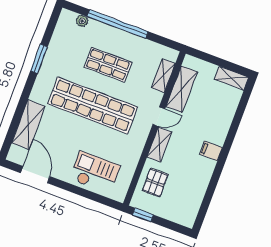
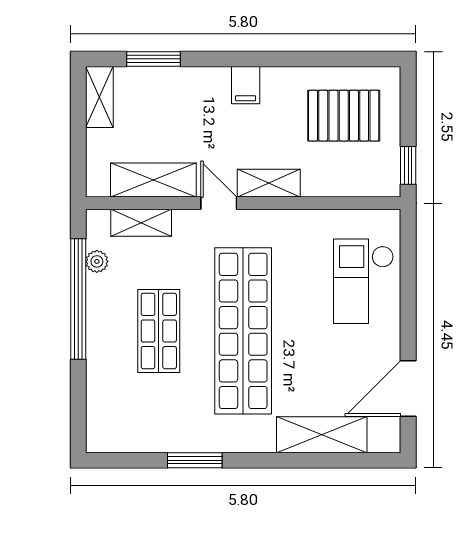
plant: (82, 21) -> (97, 261), moved
window: (118, 24) -> (78, 299), moved
window: (240, 111) -> (154, 59), added
pallet: (155, 183) -> (344, 116), moved, width x1.50, depth x1.42

